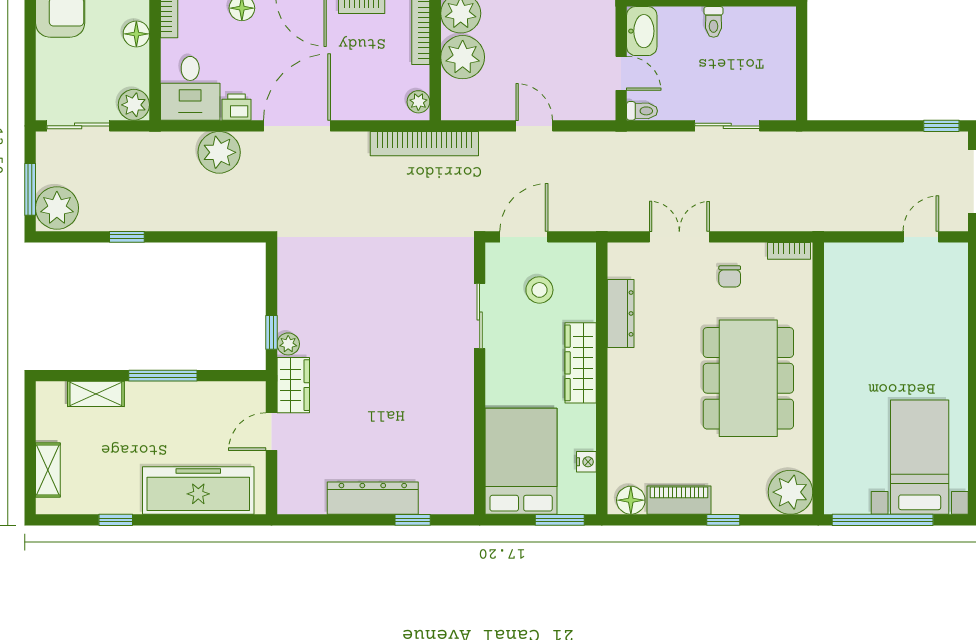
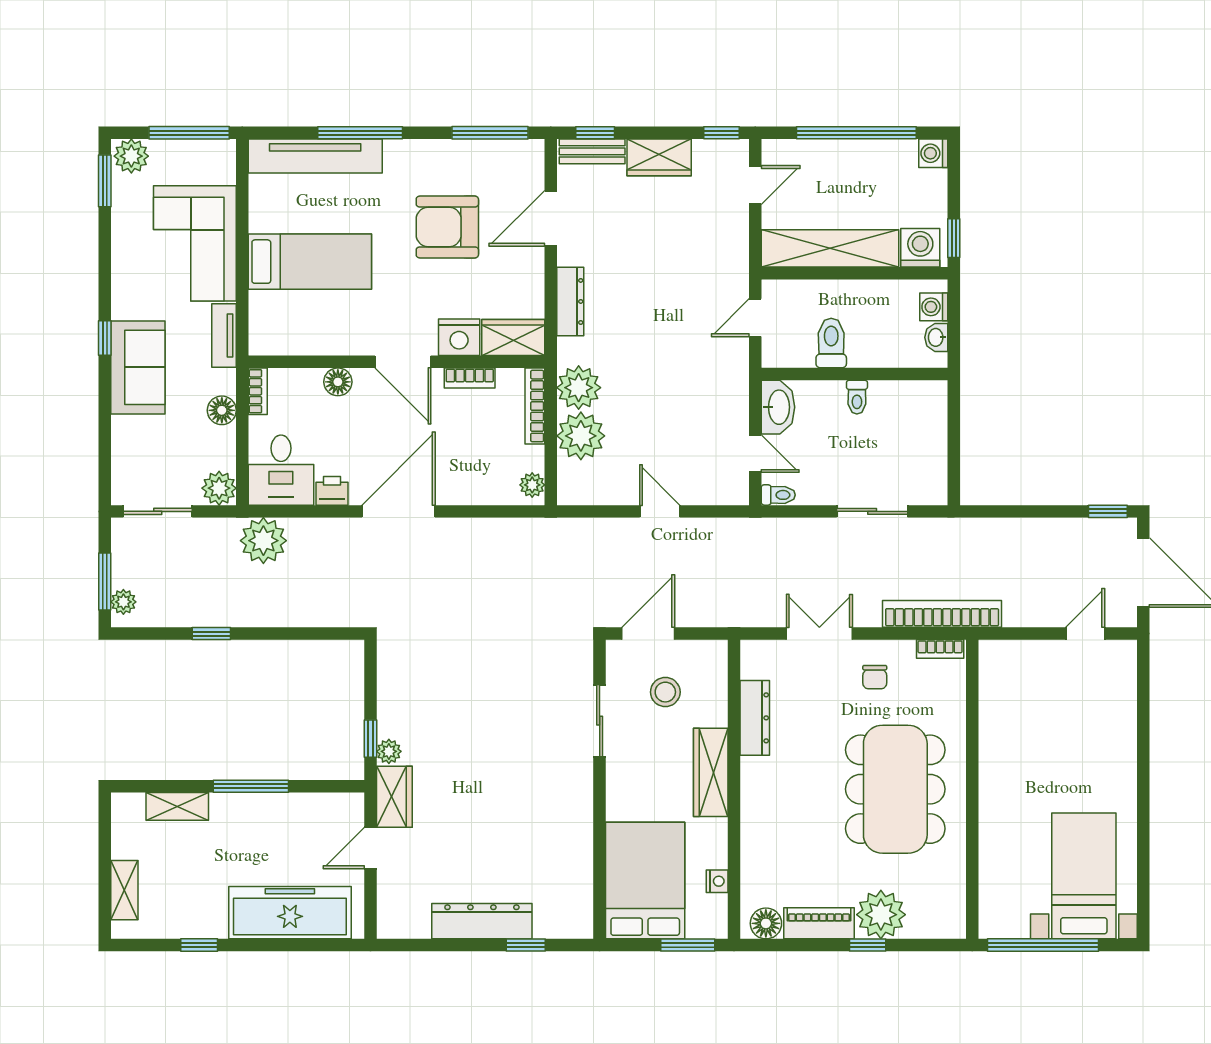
bookcase: (424, 144) -> (942, 614), moved, turned 180
plant: (219, 152) -> (263, 541), moved
plant: (57, 208) -> (123, 602), width x0.53, depth x0.53
plant: (791, 492) -> (881, 915), moved

